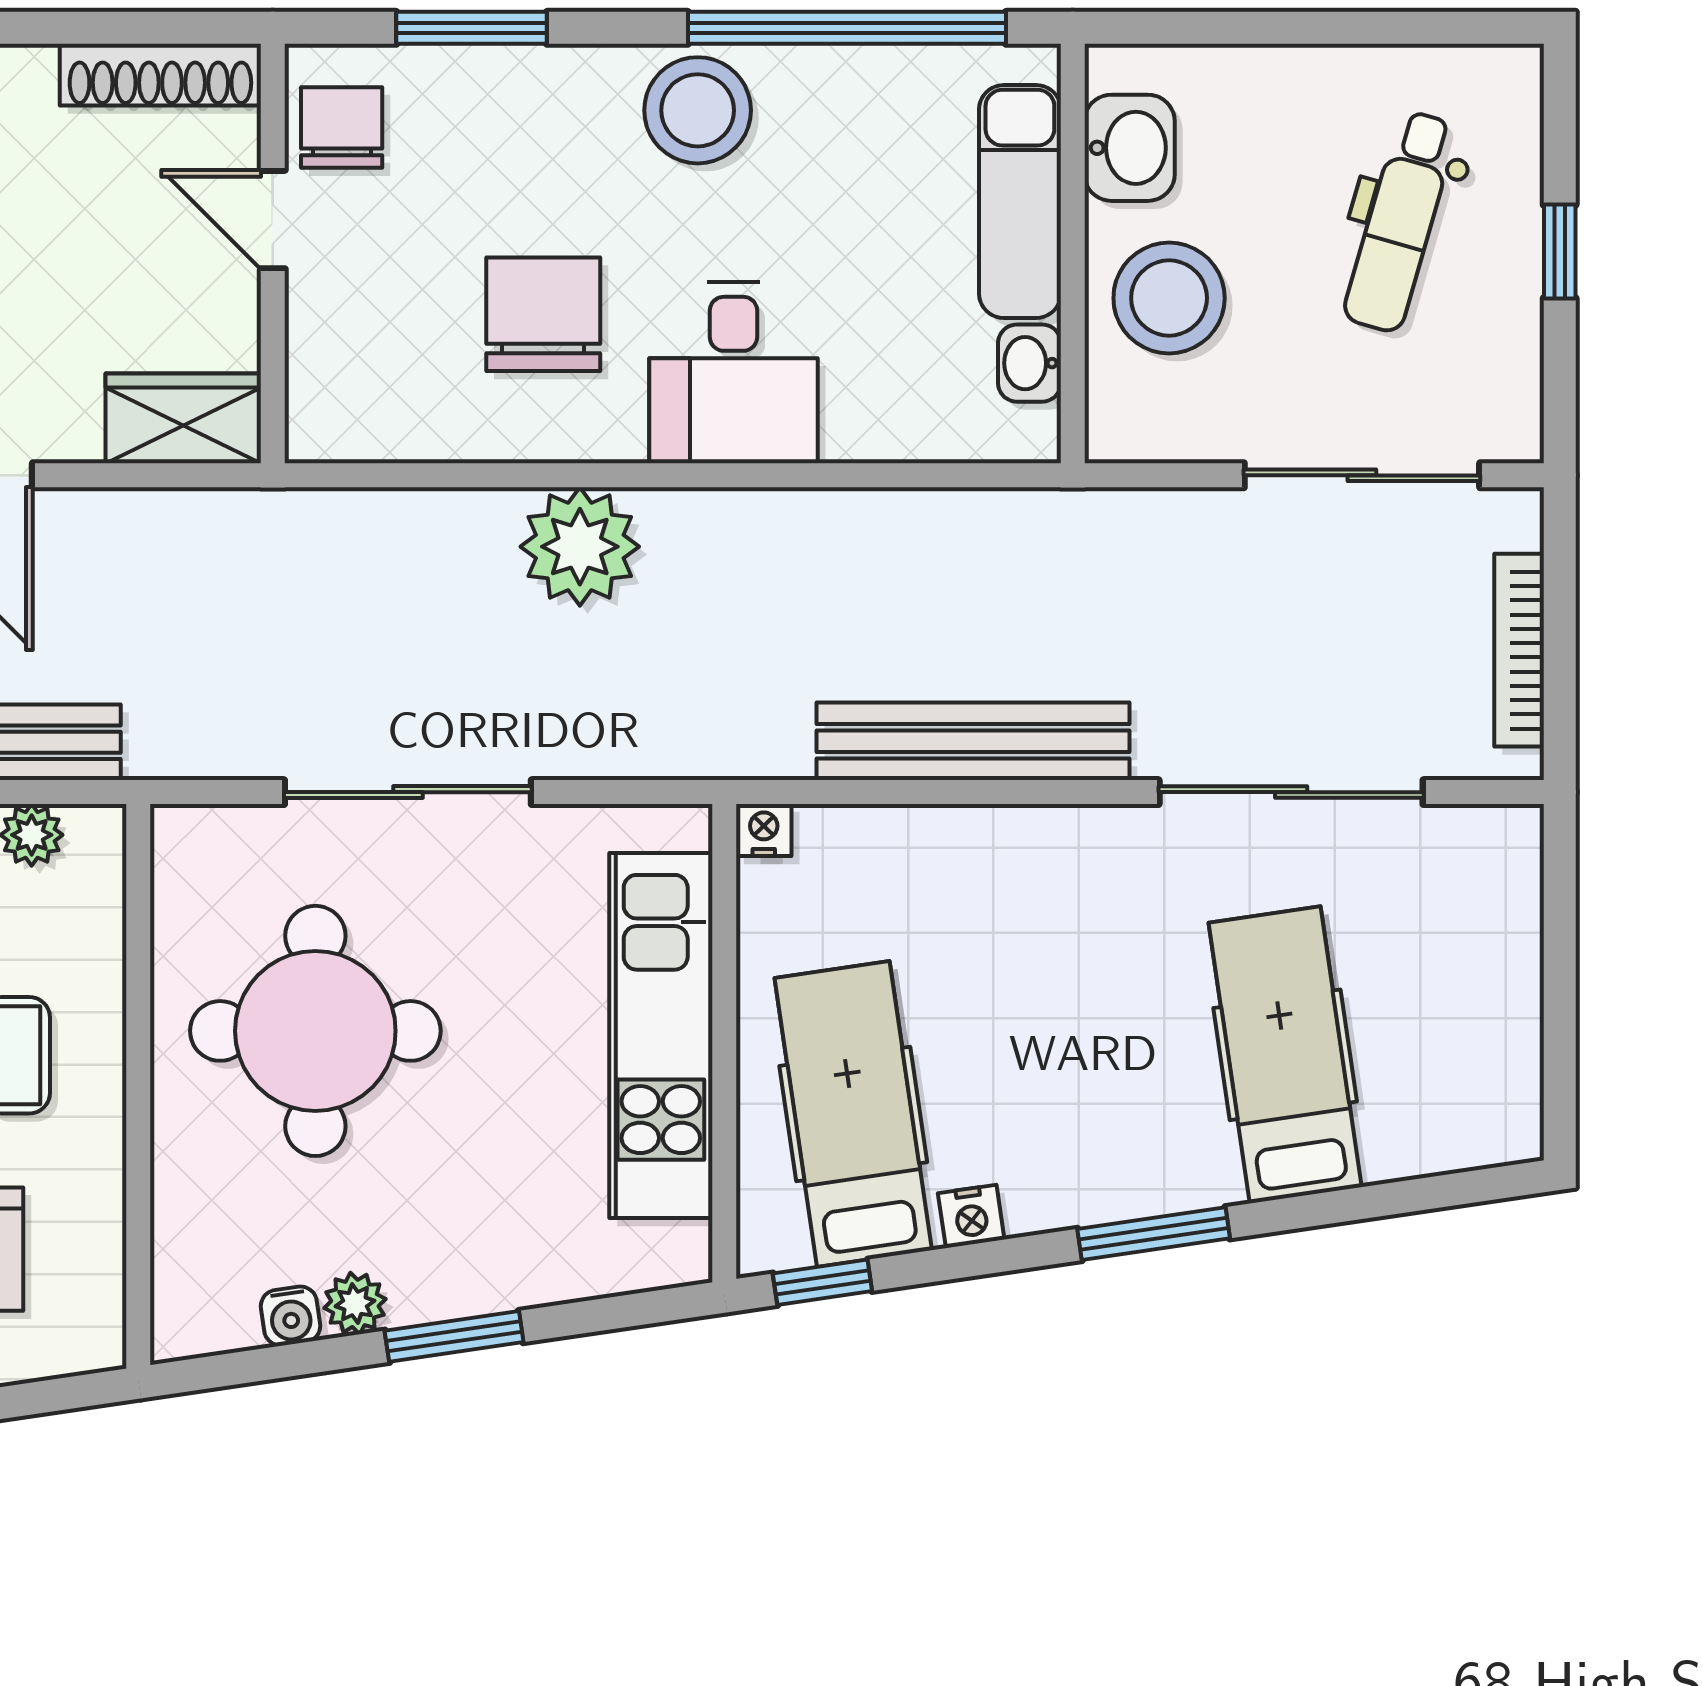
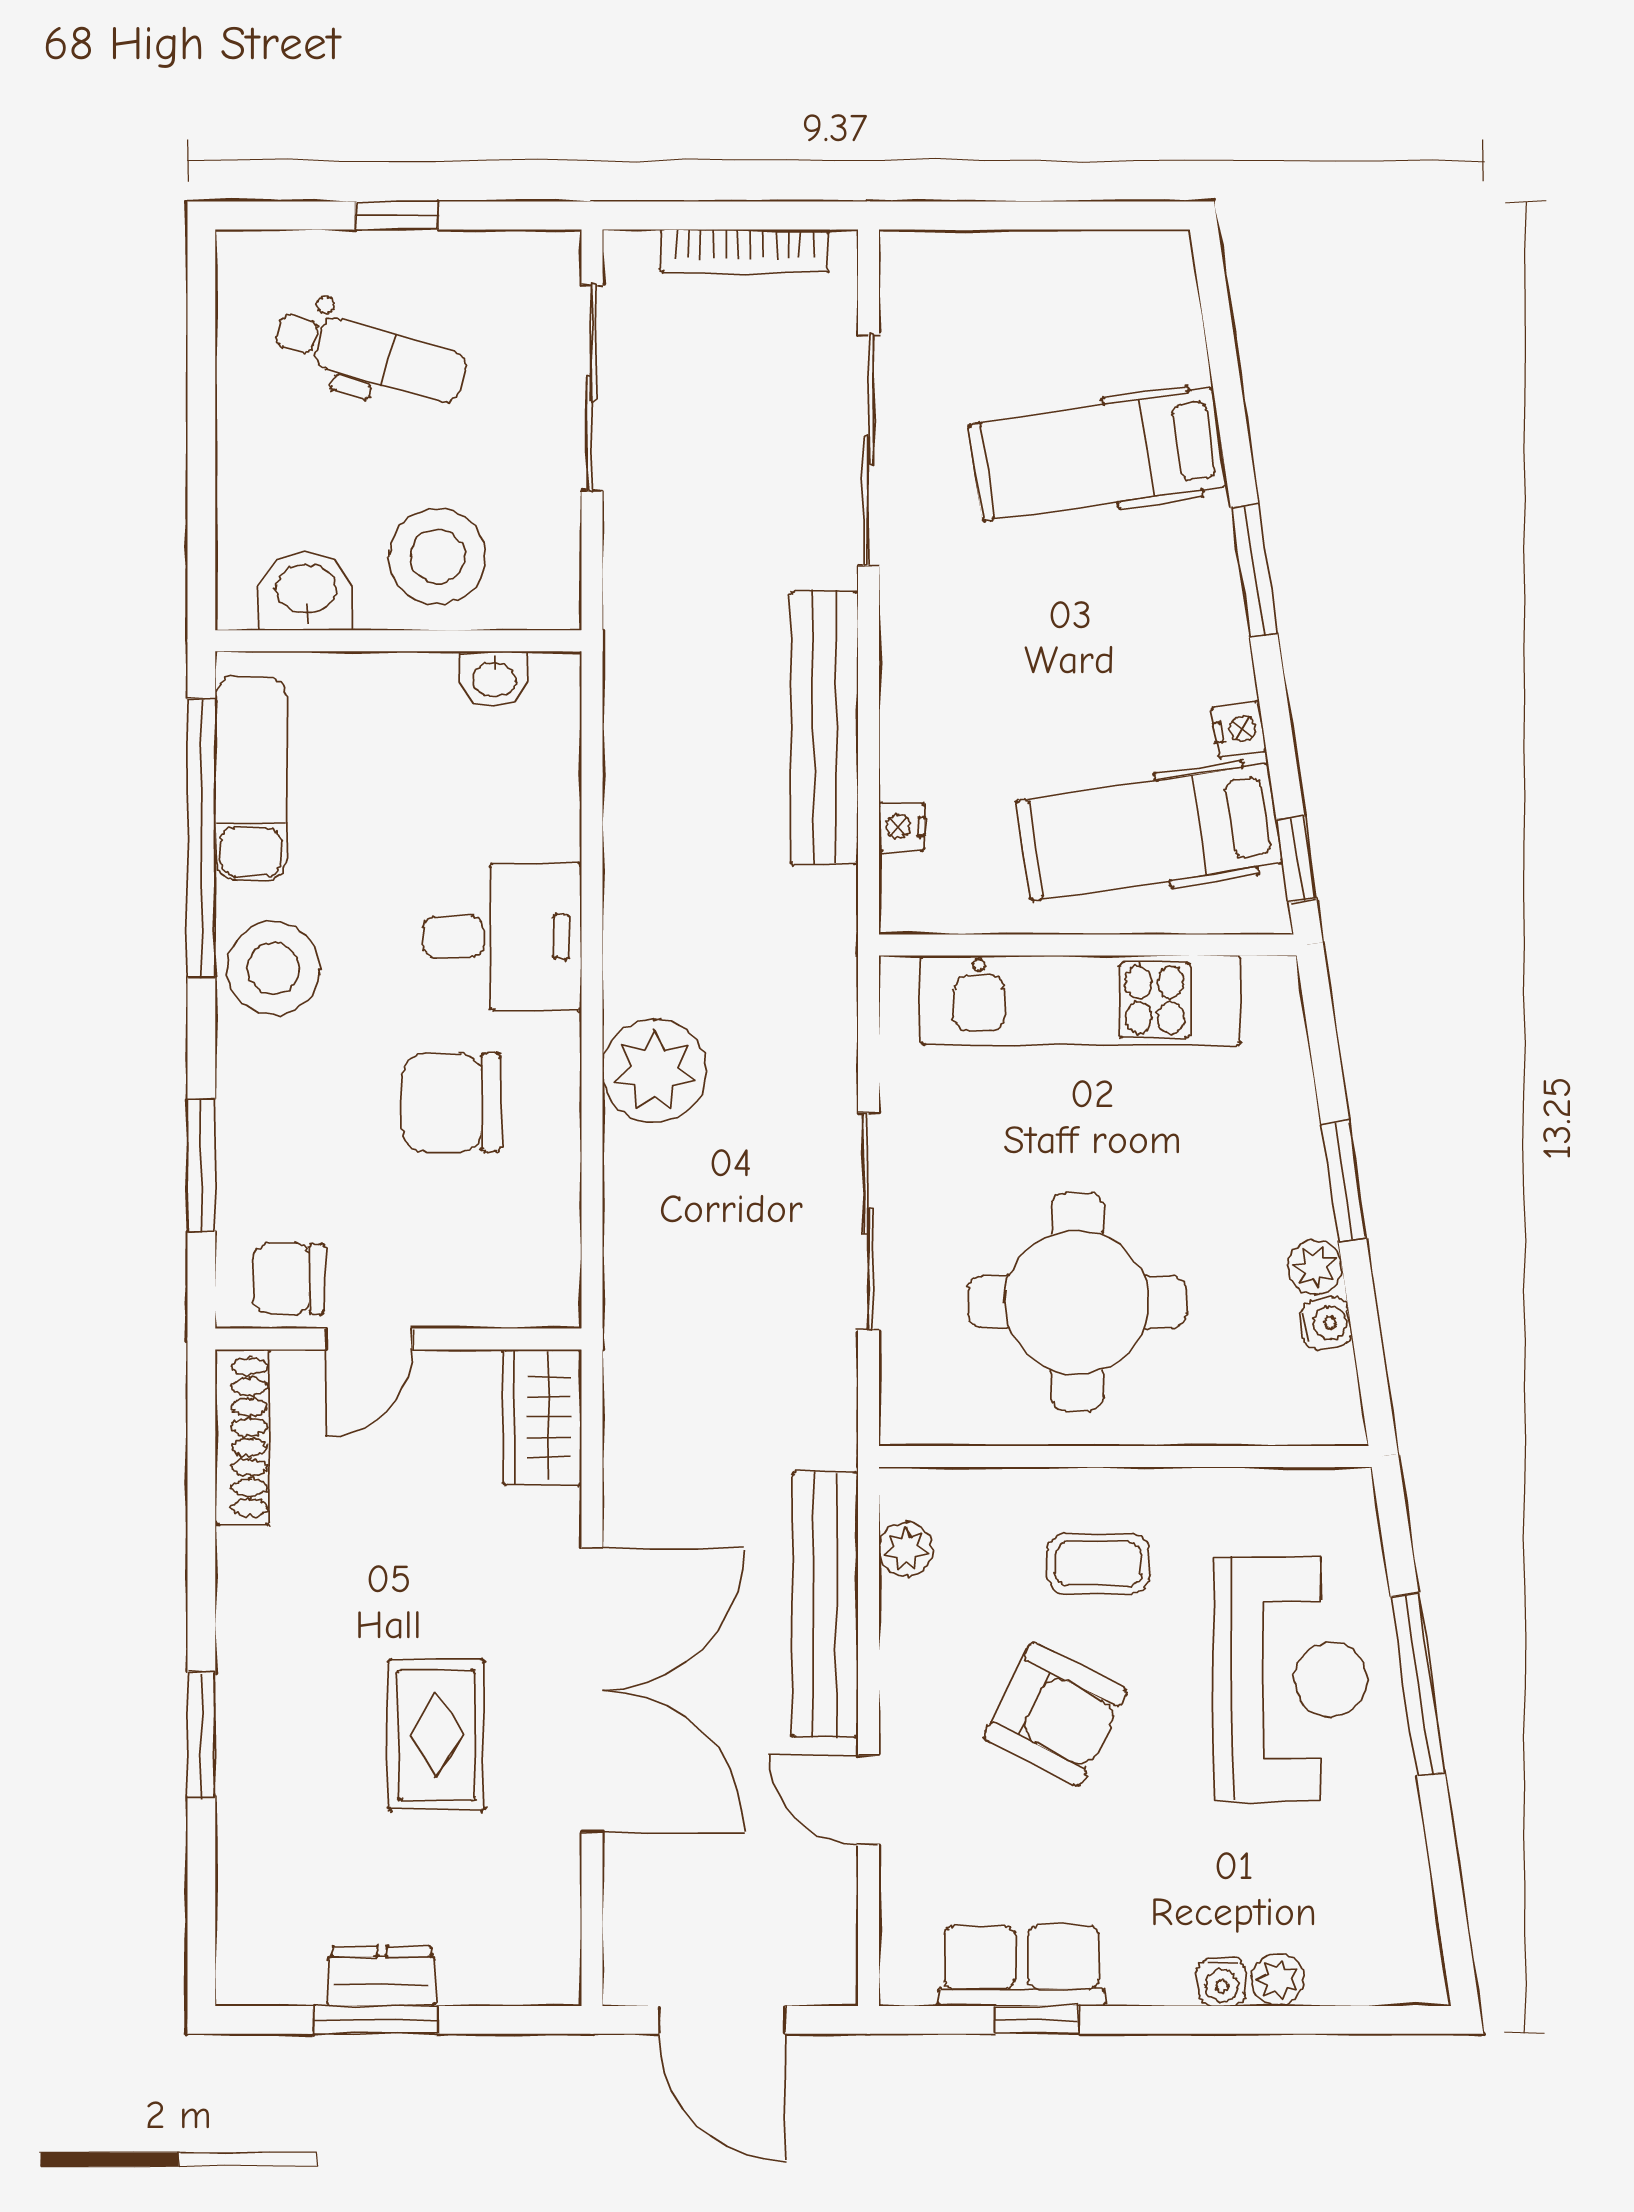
exam couch: (1020, 202) -> (251, 778), moved, turned -90
nightstand: (764, 830) -> (902, 827), moved

